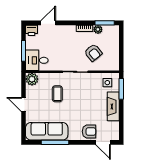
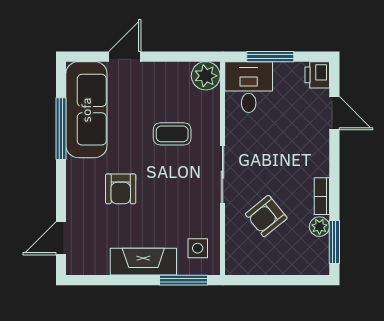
door: (23, 104) -> (125, 57), moved
armchair: (89, 132) -> (121, 189), moved

